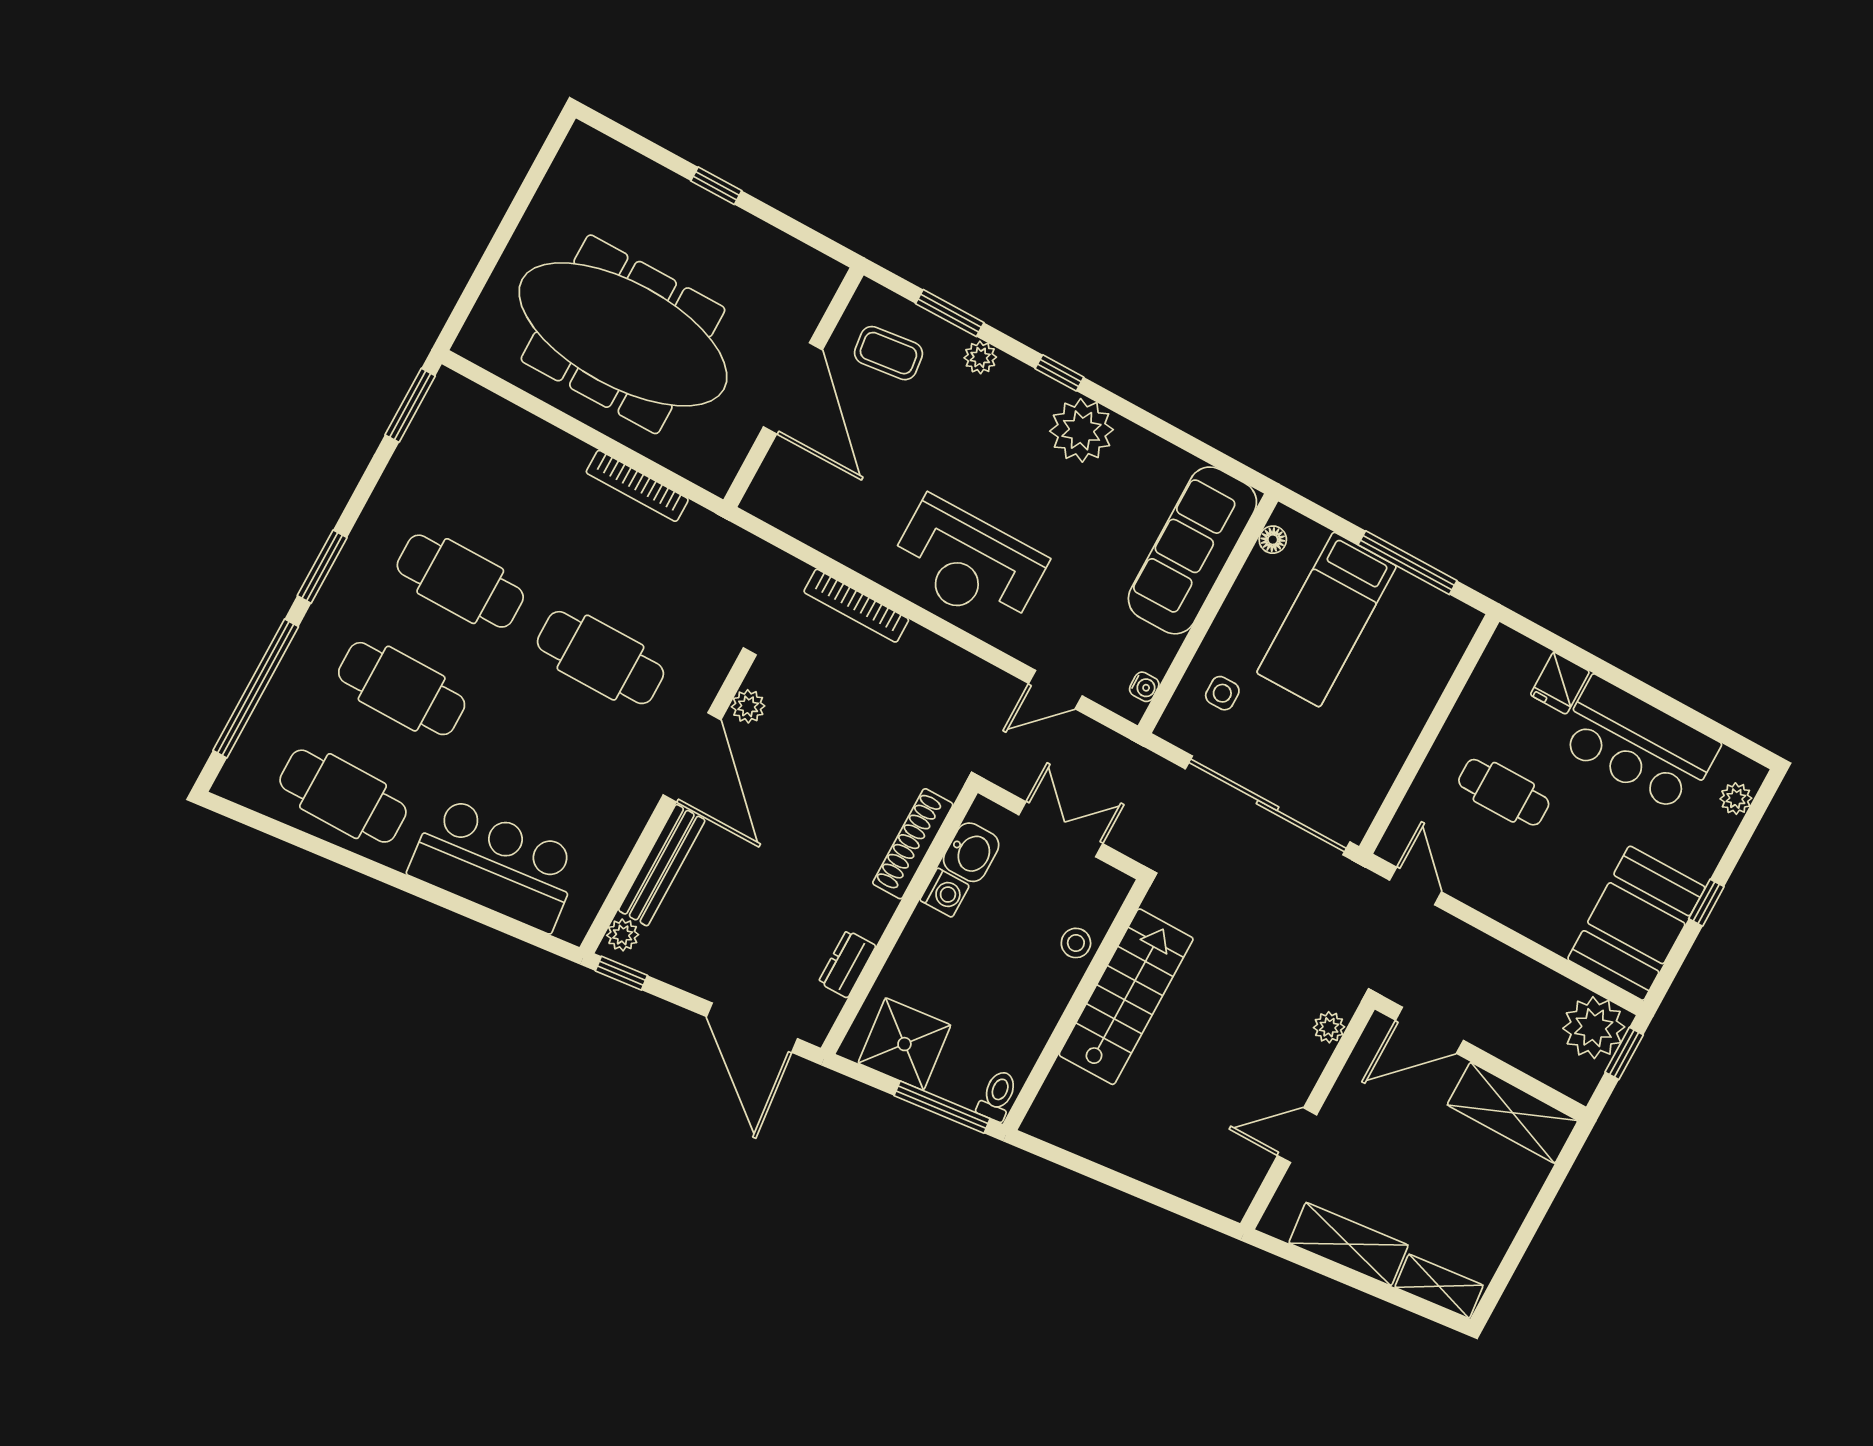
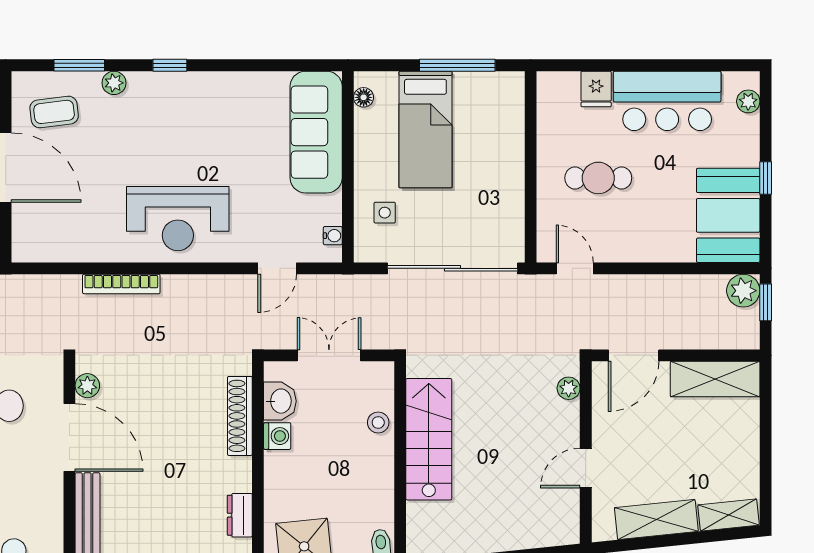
plant: (1081, 430) -> (204, 94), removed
plant: (1594, 1028) -> (743, 291), width x0.73, depth x0.73

